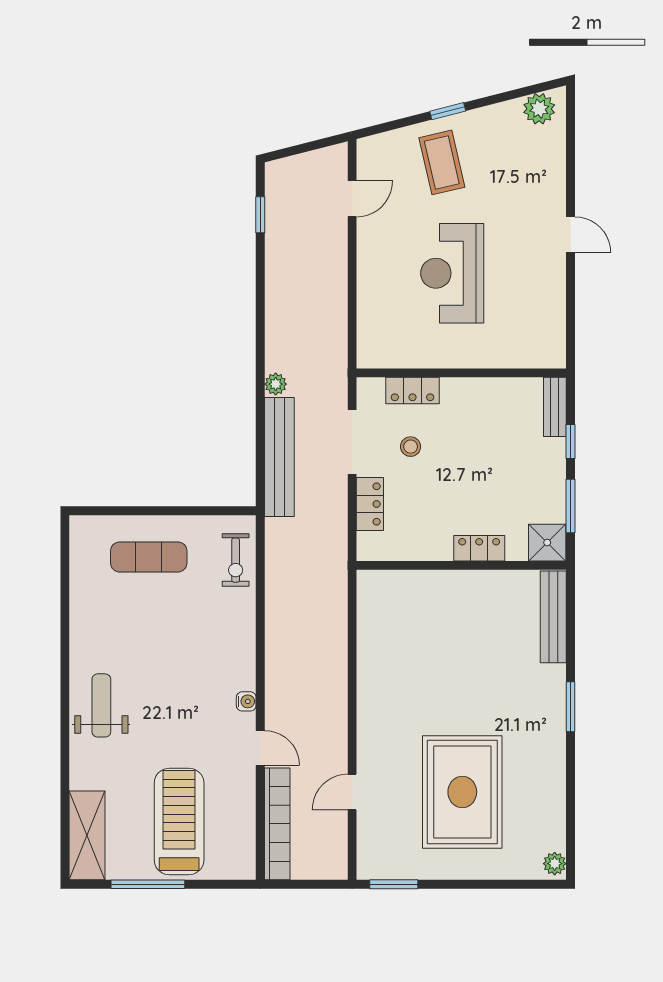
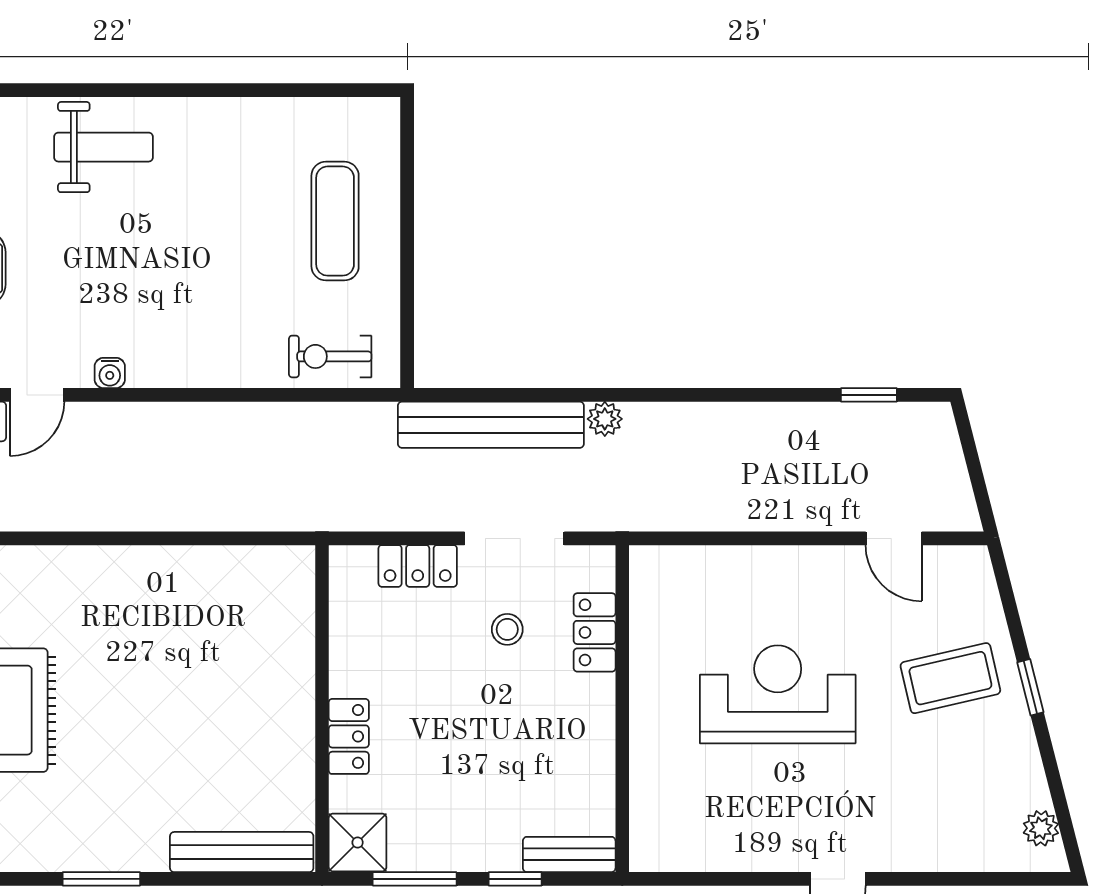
plant: (539, 109) -> (1041, 828), width x0.73, depth x0.73

